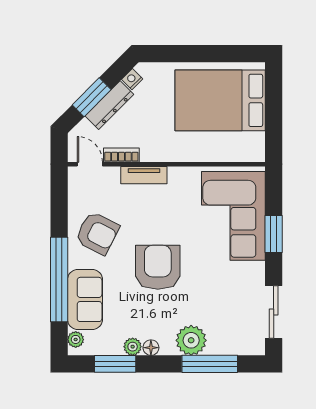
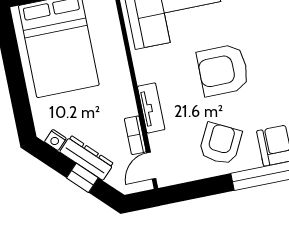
window: (92, 97) -> (82, 178), width x0.67
armchair: (158, 267) -> (223, 70), moved

